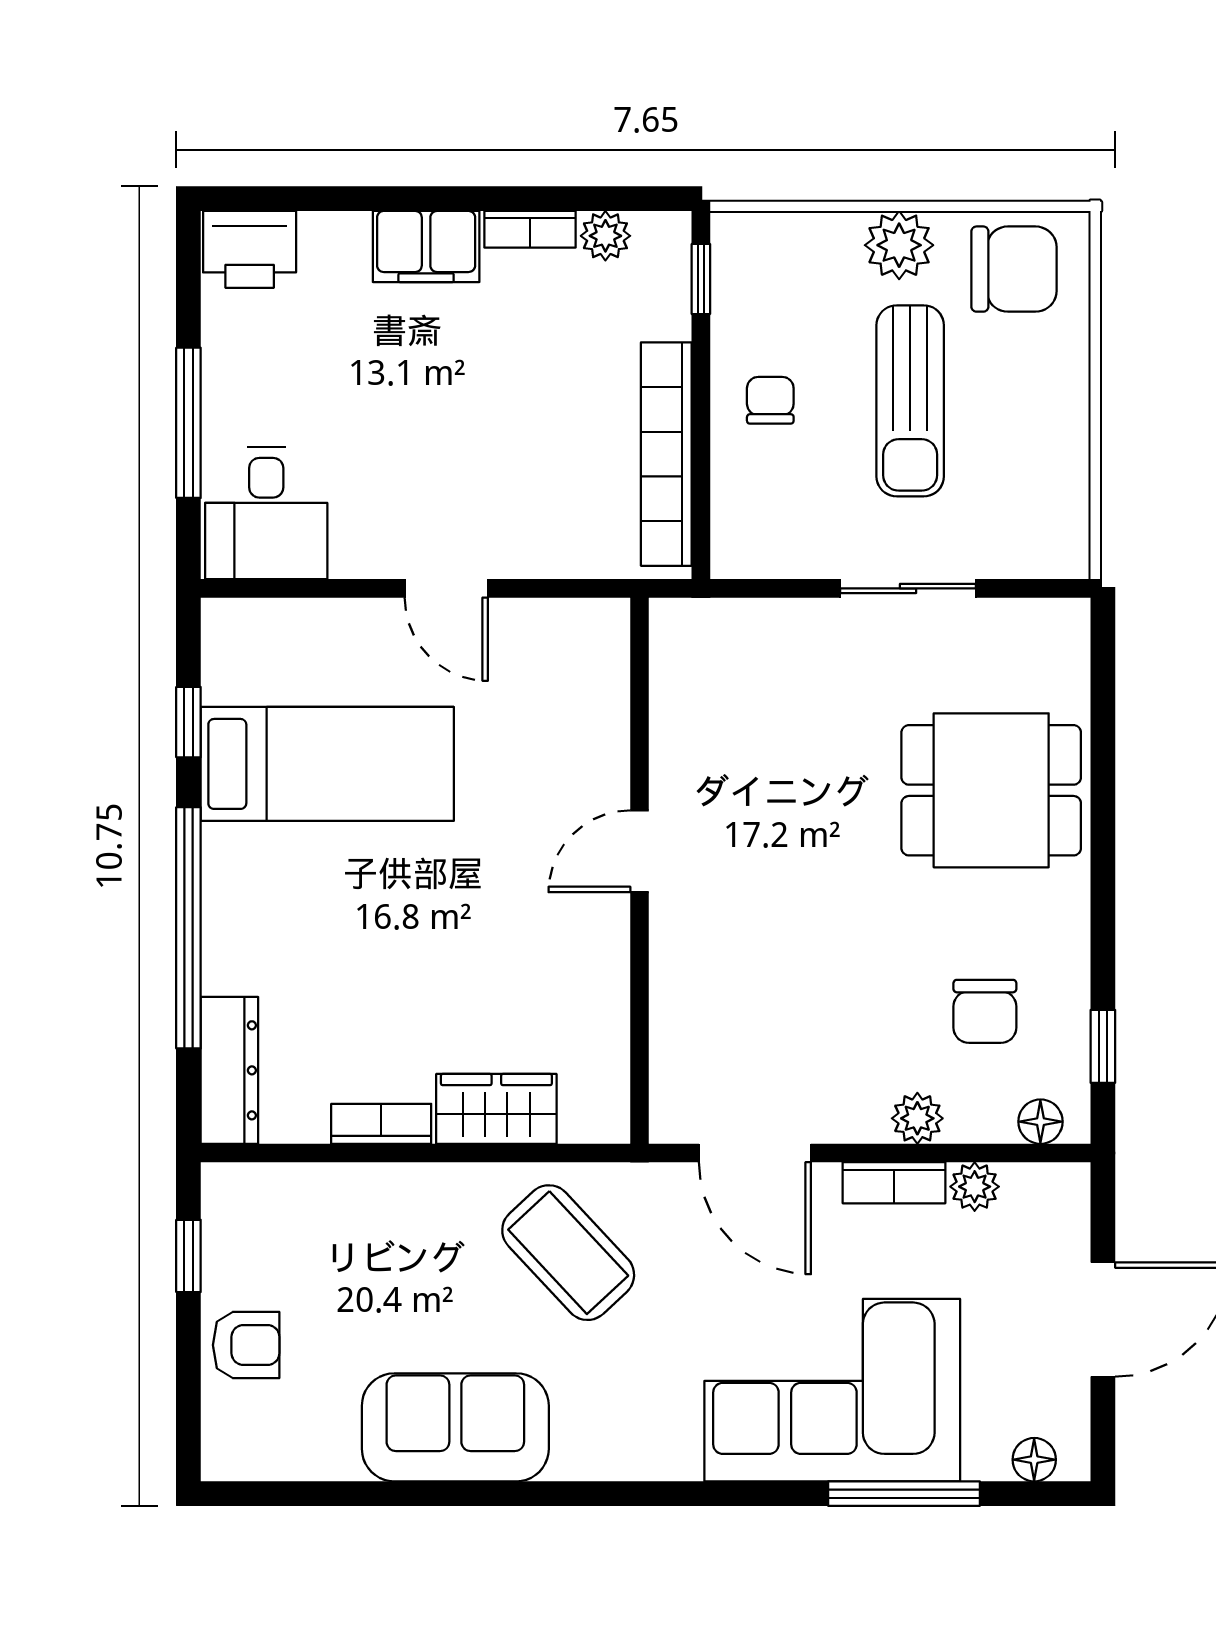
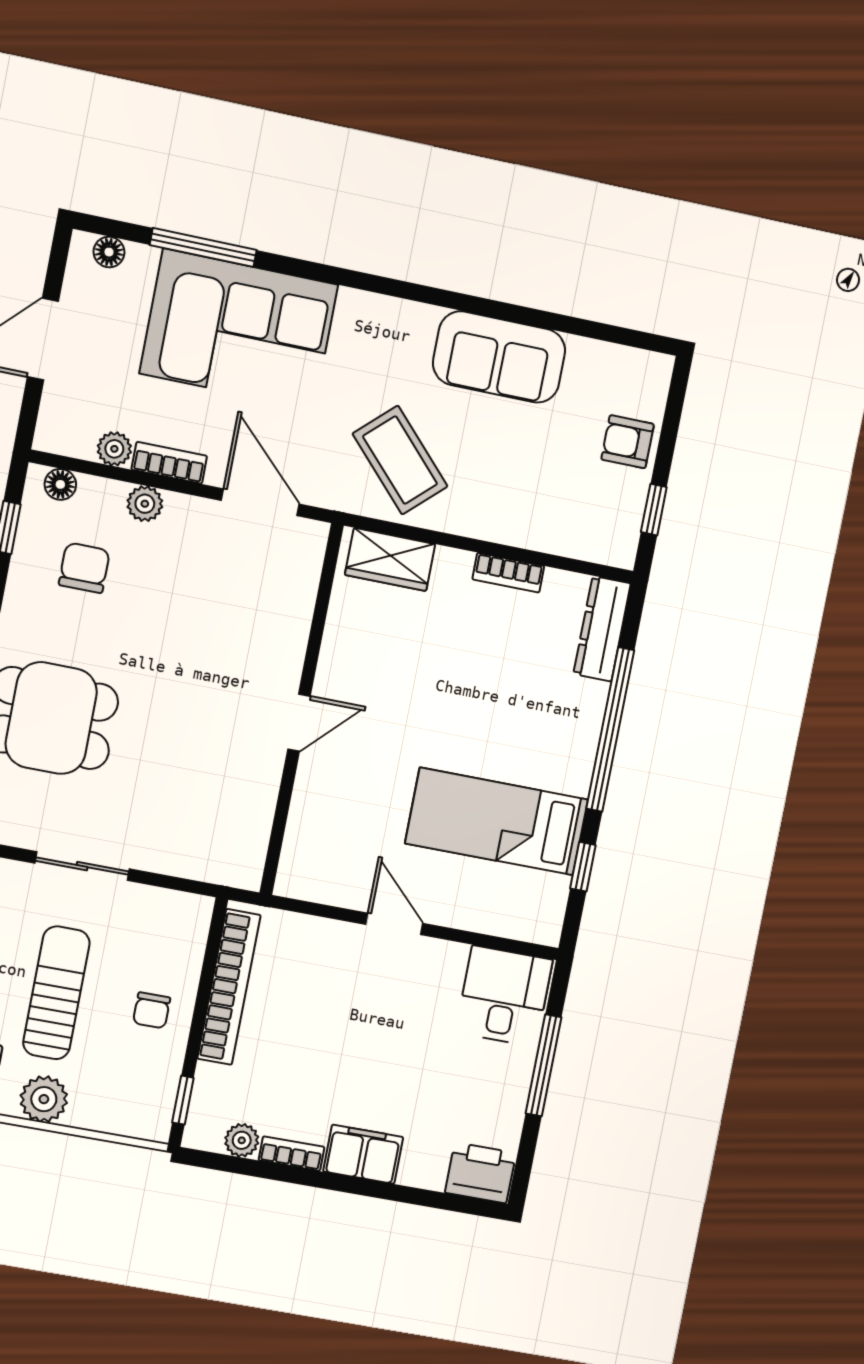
wardrobe: (496, 1109) -> (390, 559), moved

